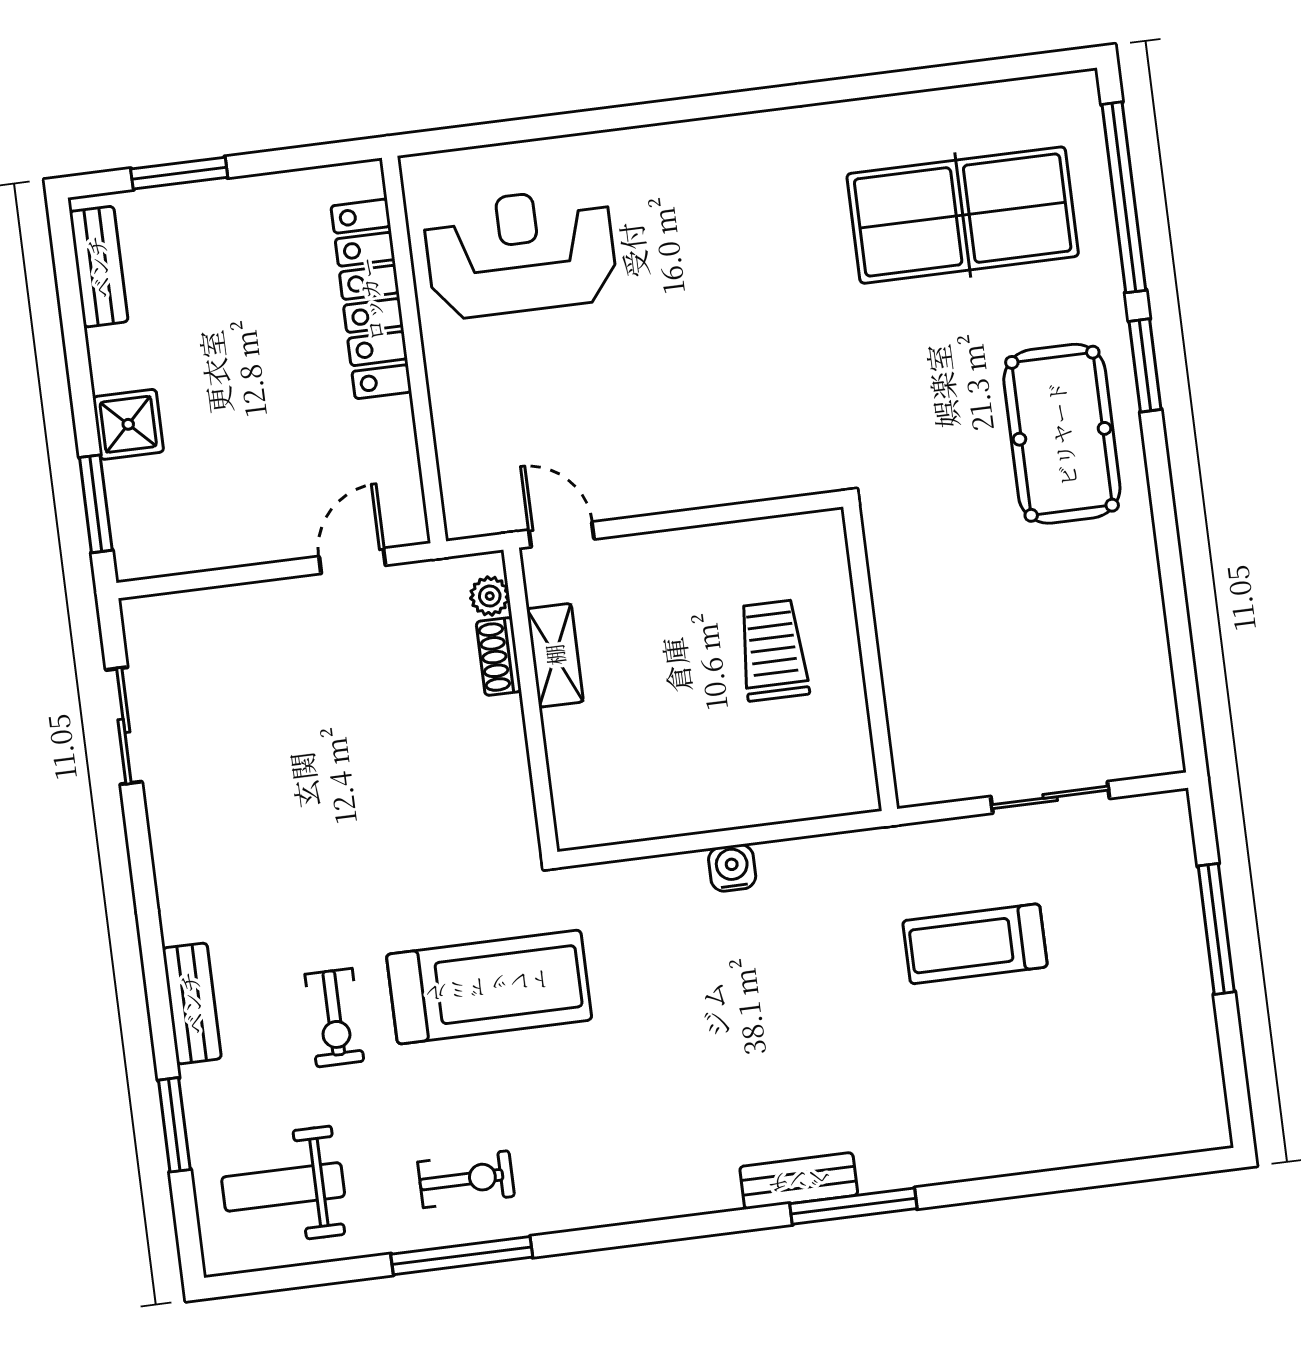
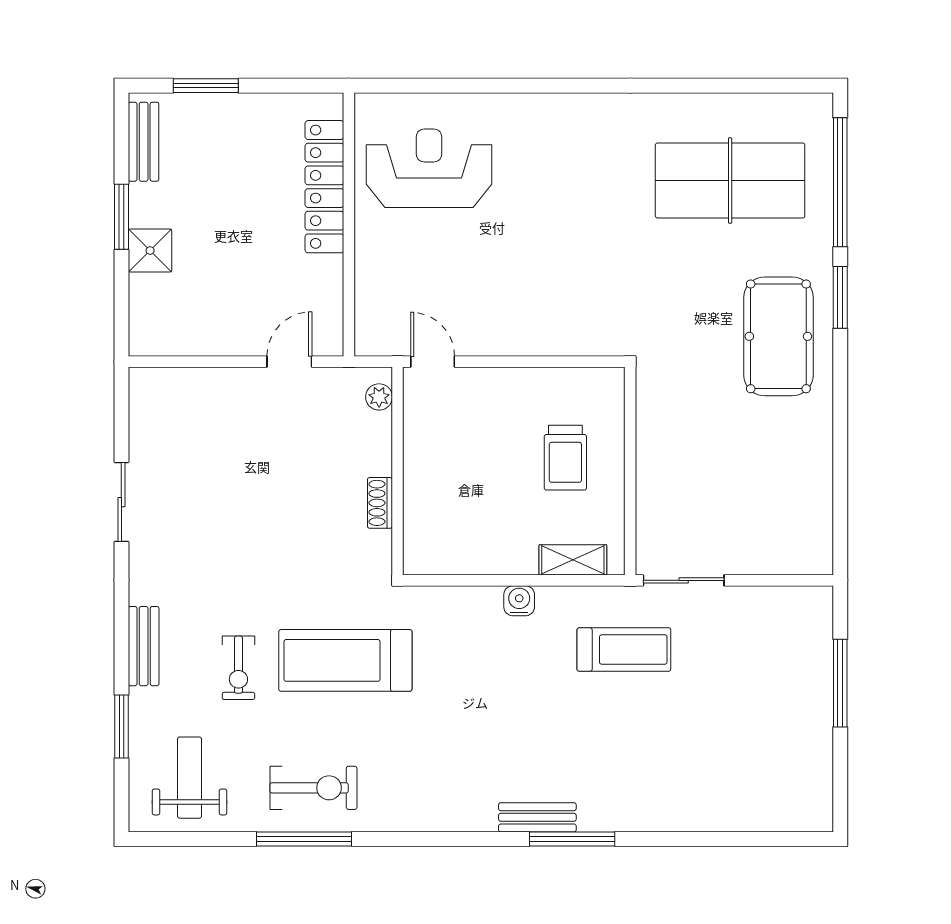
window: (96, 504) -> (121, 217), moved
trolley: (773, 650) -> (565, 458), turned 180
shelving: (555, 655) -> (573, 560), moved, turned 90
shoe rack: (499, 657) -> (380, 503), moved
sliding door: (124, 726) -> (121, 502), moved
sliding door: (1050, 797) -> (684, 580), moved
treadmill: (975, 944) -> (624, 649), moved, turned 180
treadmill: (489, 987) -> (345, 660), turned 180
exercise bike: (466, 1179) -> (313, 788), width x1.38, depth x1.39
weight bench: (283, 1187) -> (190, 778), turned 90

